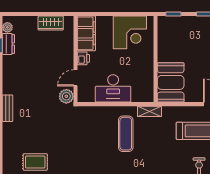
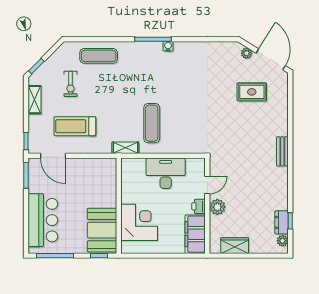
corner desk: (130, 32) -> (139, 222), moved, turned 90
booth: (171, 82) -> (102, 230), moved
plant: (66, 96) -> (217, 207), moved

